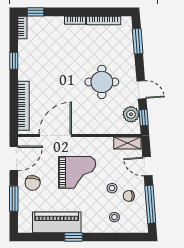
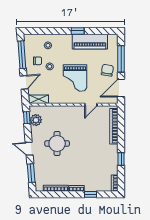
window: (35, 12) -> (90, 194), moved
door: (141, 90) -> (29, 149), moved
door: (55, 136) -> (91, 105), width x0.53
door: (147, 166) -> (24, 82), hinge flipped
grand piano: (77, 172) -> (75, 78), turned -90
window: (14, 199) -> (121, 59), width x1.44

